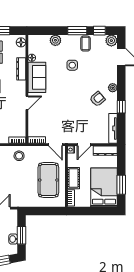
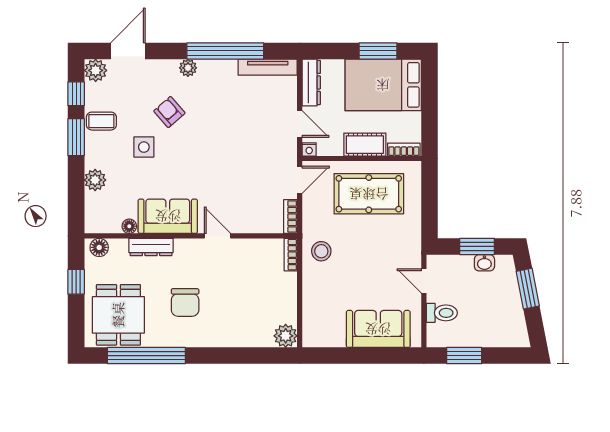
armchair: (97, 99) -> (169, 112), moved
window: (121, 107) -> (225, 51), width x3.17

